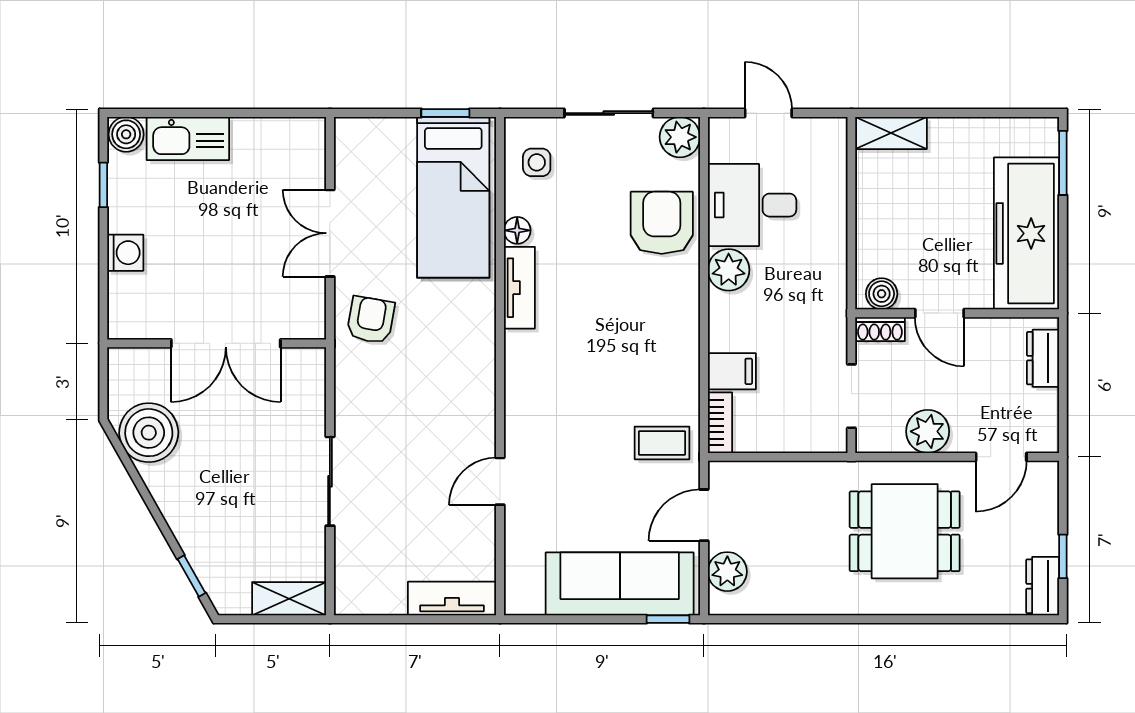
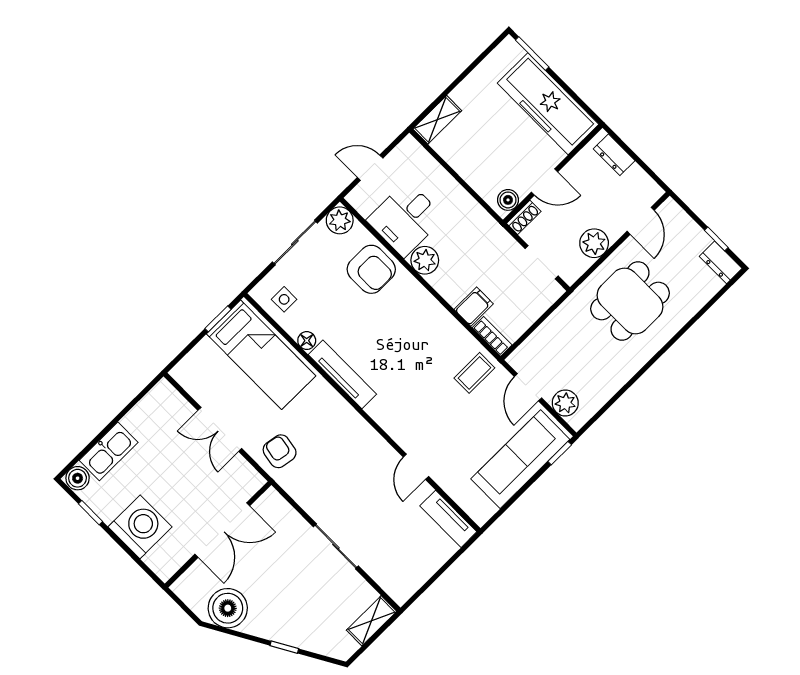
armchair: (662, 223) -> (371, 269), turned 180
washing machine: (125, 253) -> (140, 527), width x1.89, depth x1.89
tv unit: (519, 288) -> (342, 374), width x1.41
window: (191, 576) -> (284, 647), moved
tv unit: (452, 599) -> (448, 519), moved, turned -90

